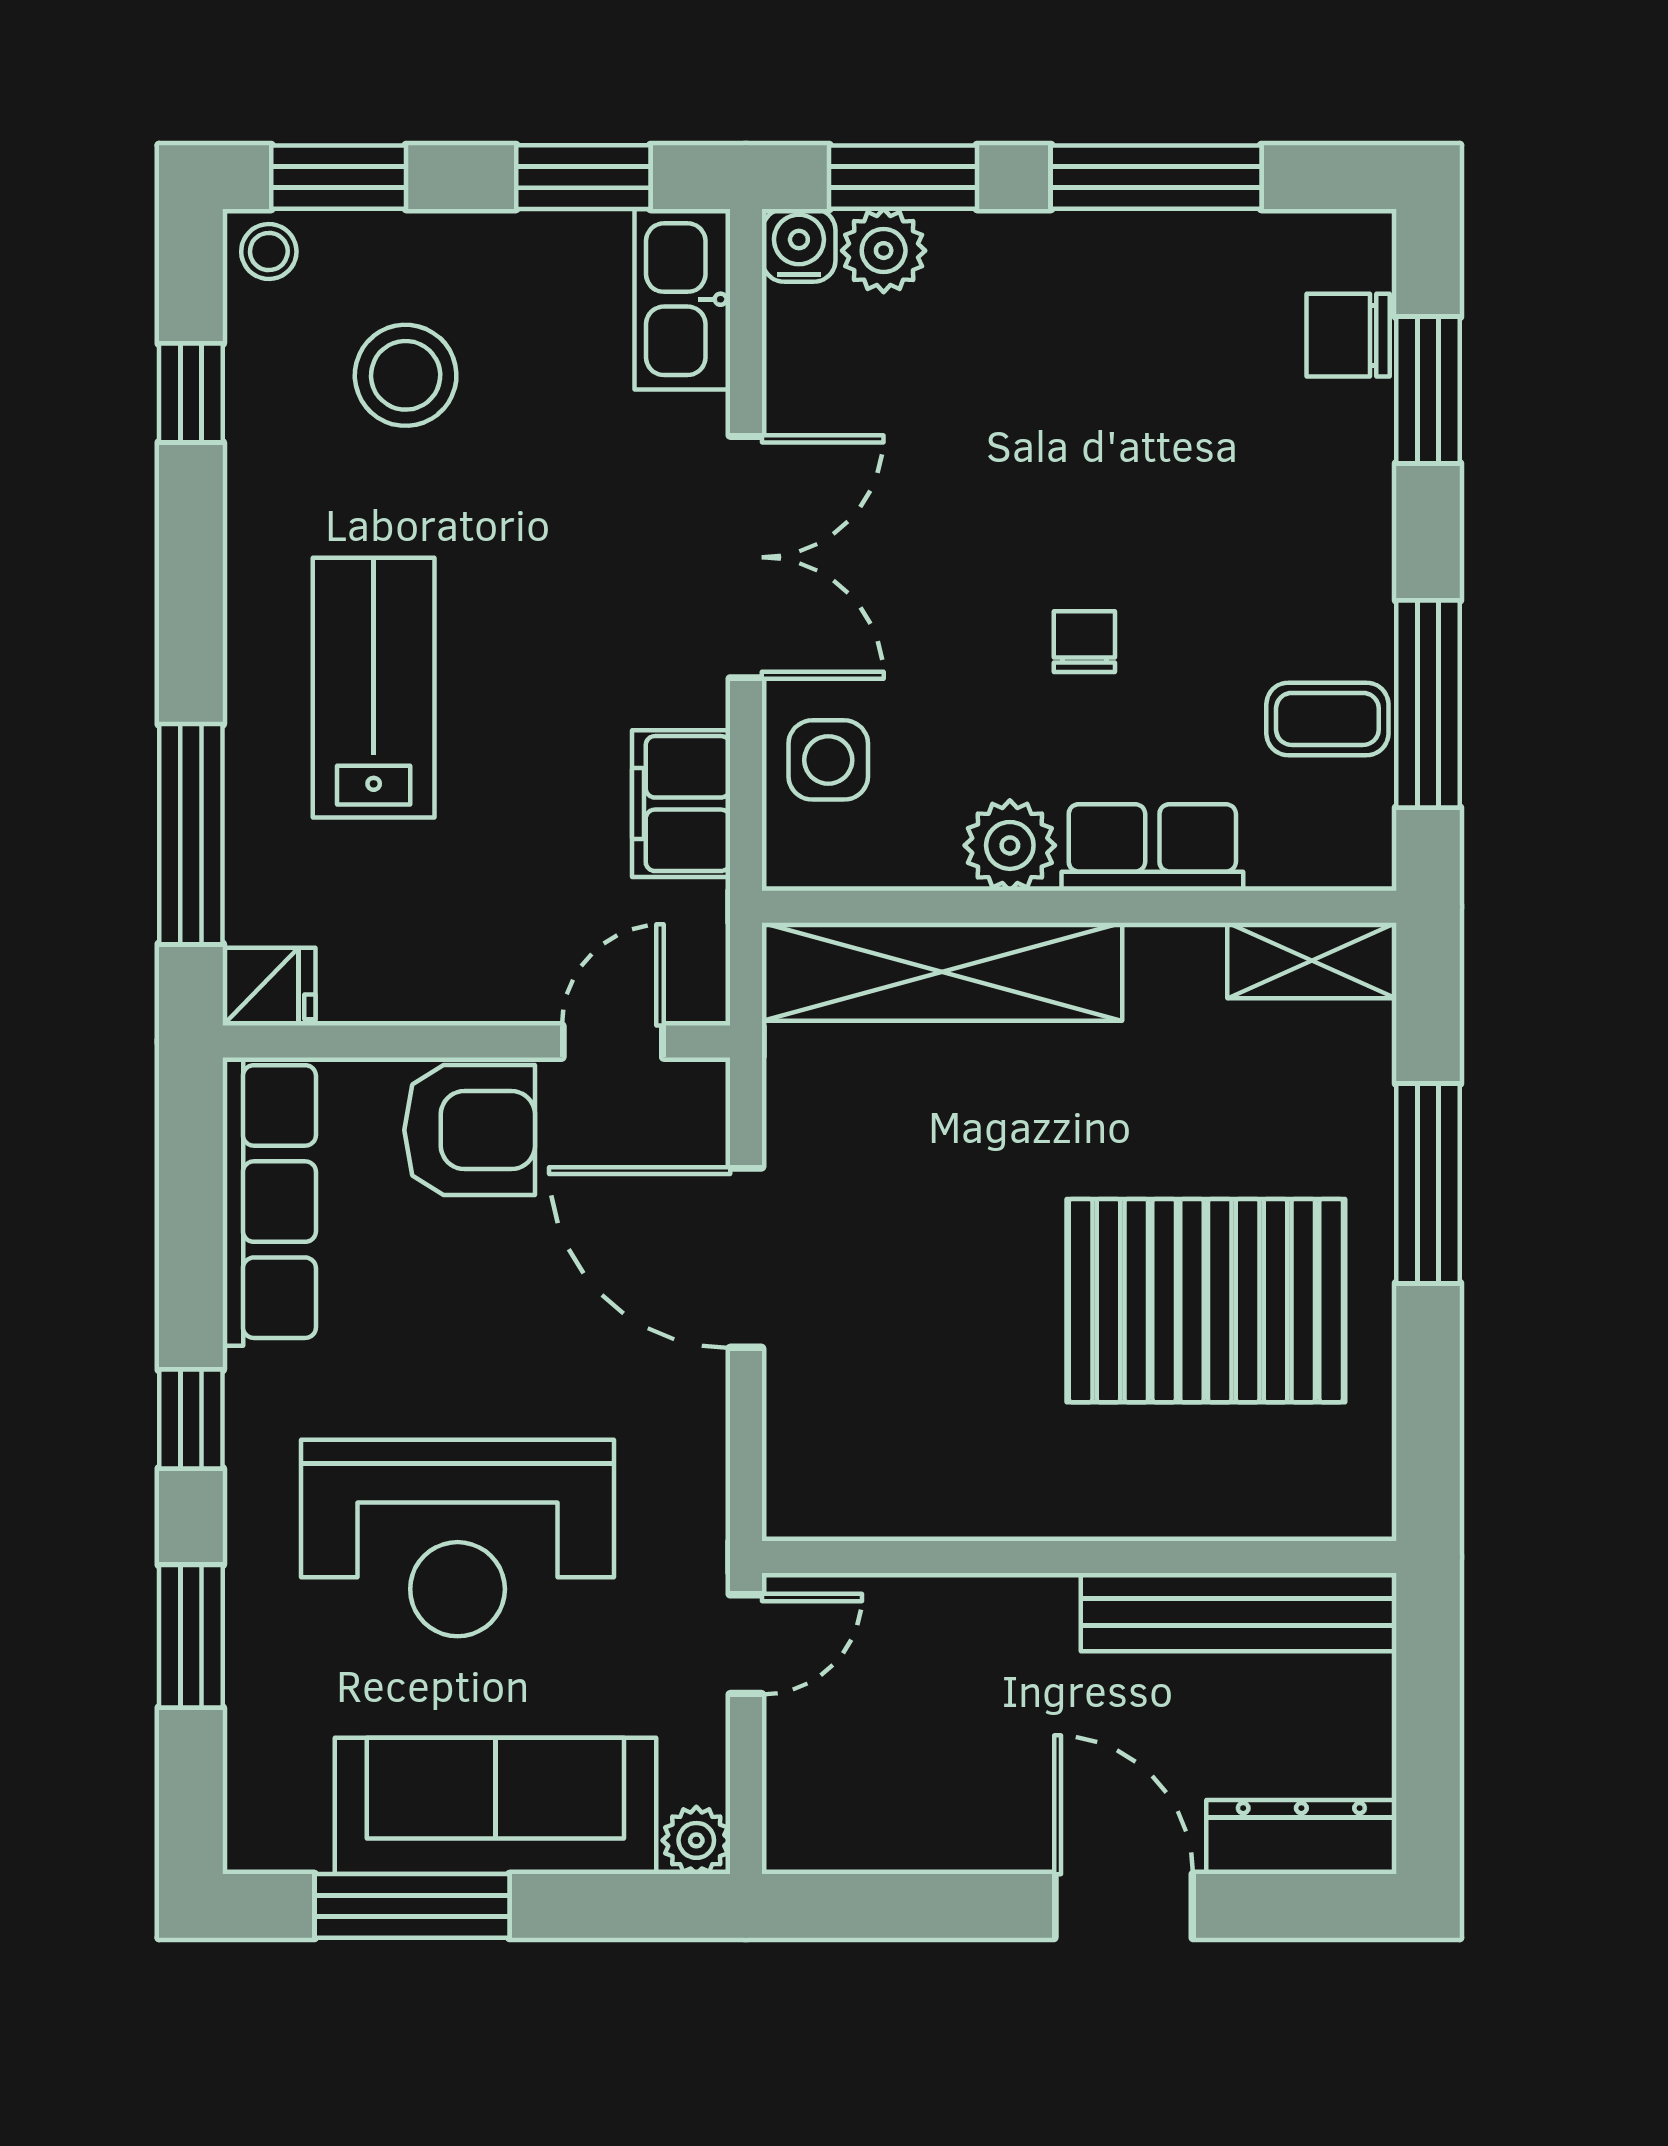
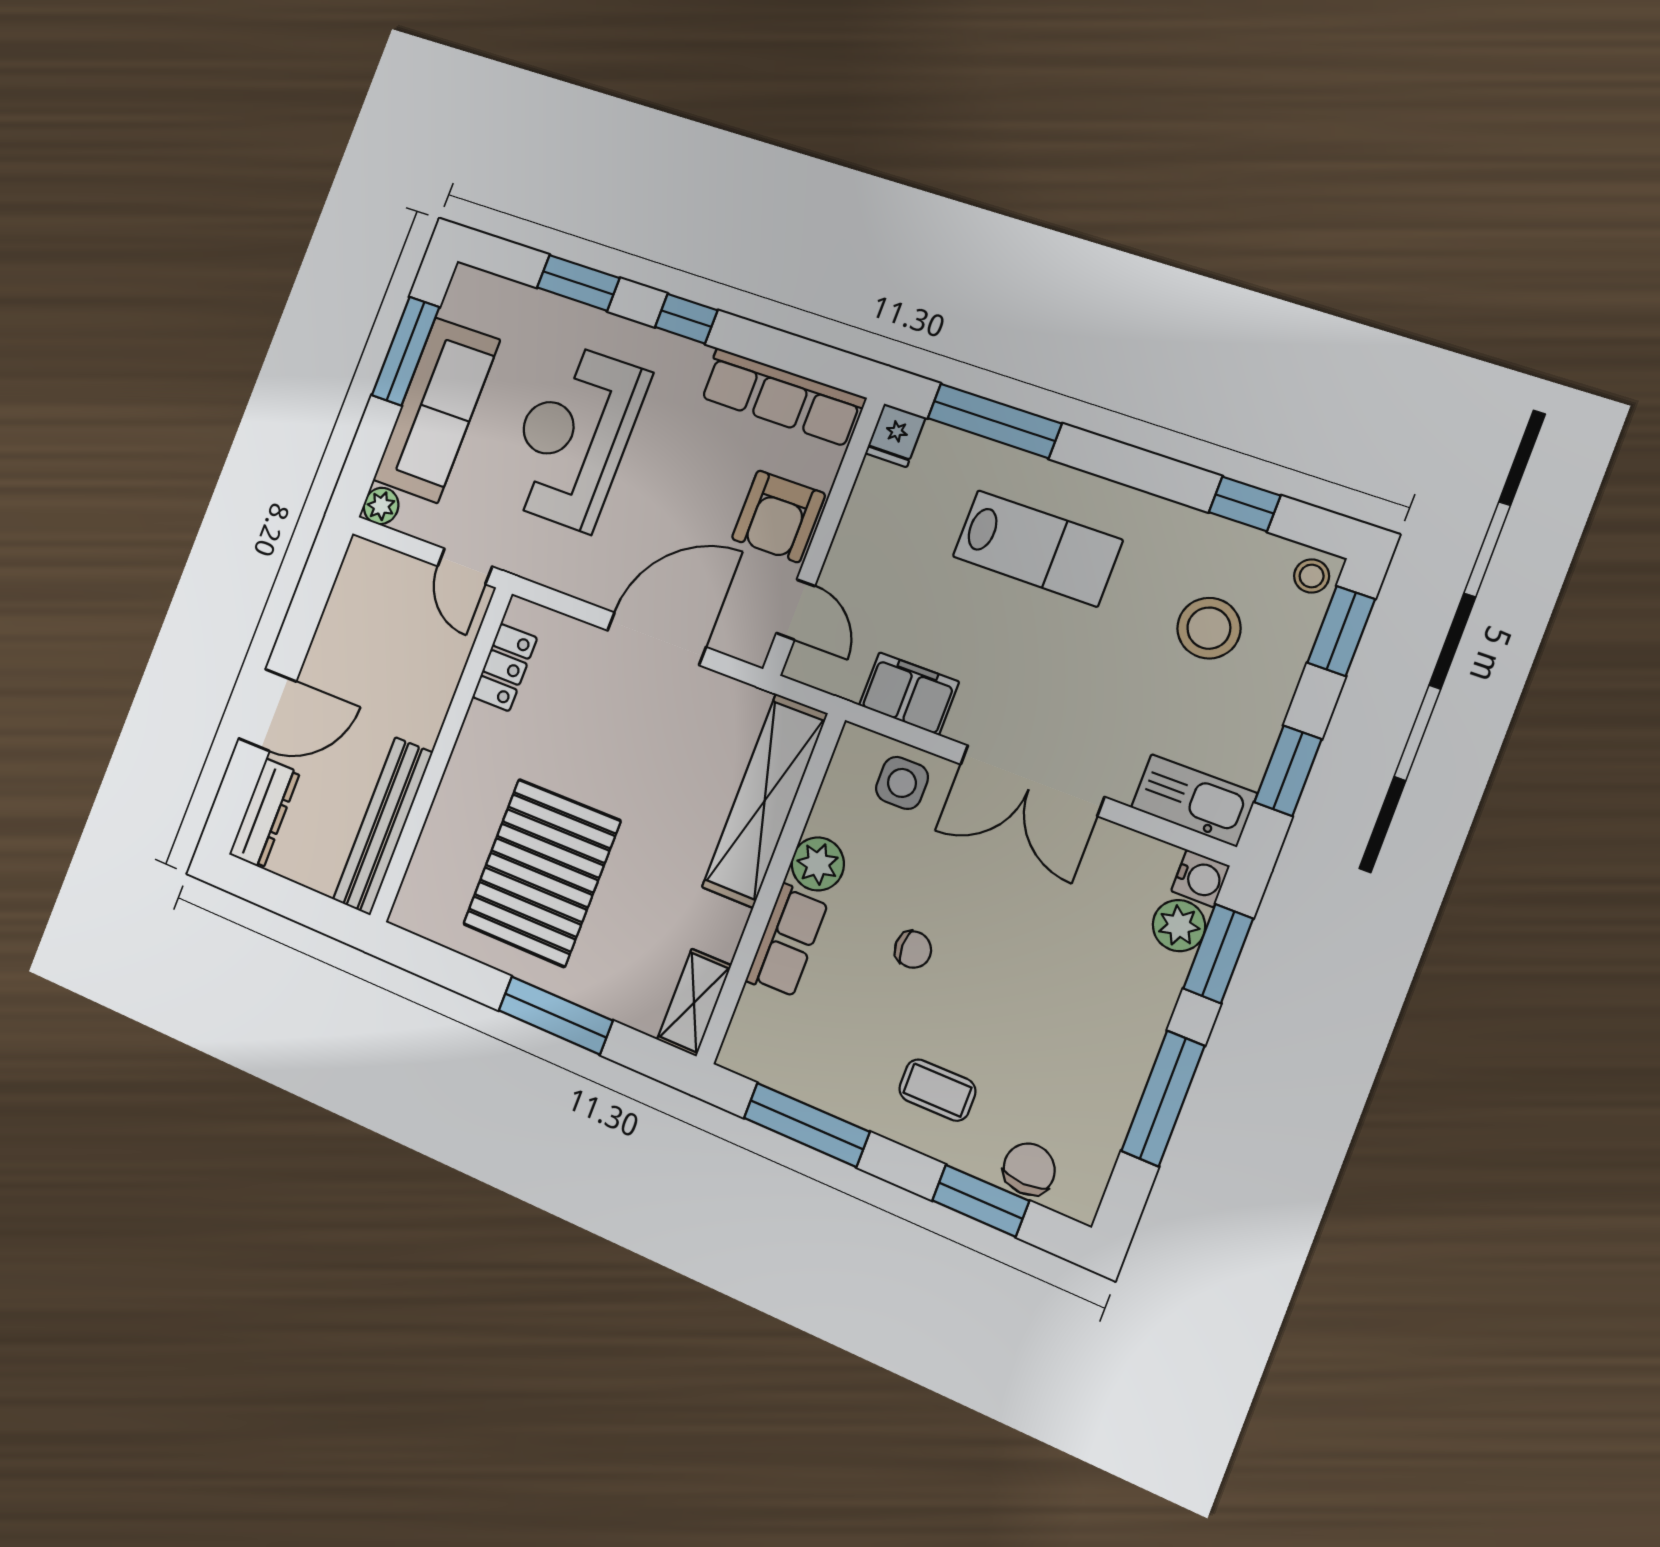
coffee table: (1327, 719) -> (937, 1090), moved, turned 90
locker: (891, 1503) -> (505, 667), added

